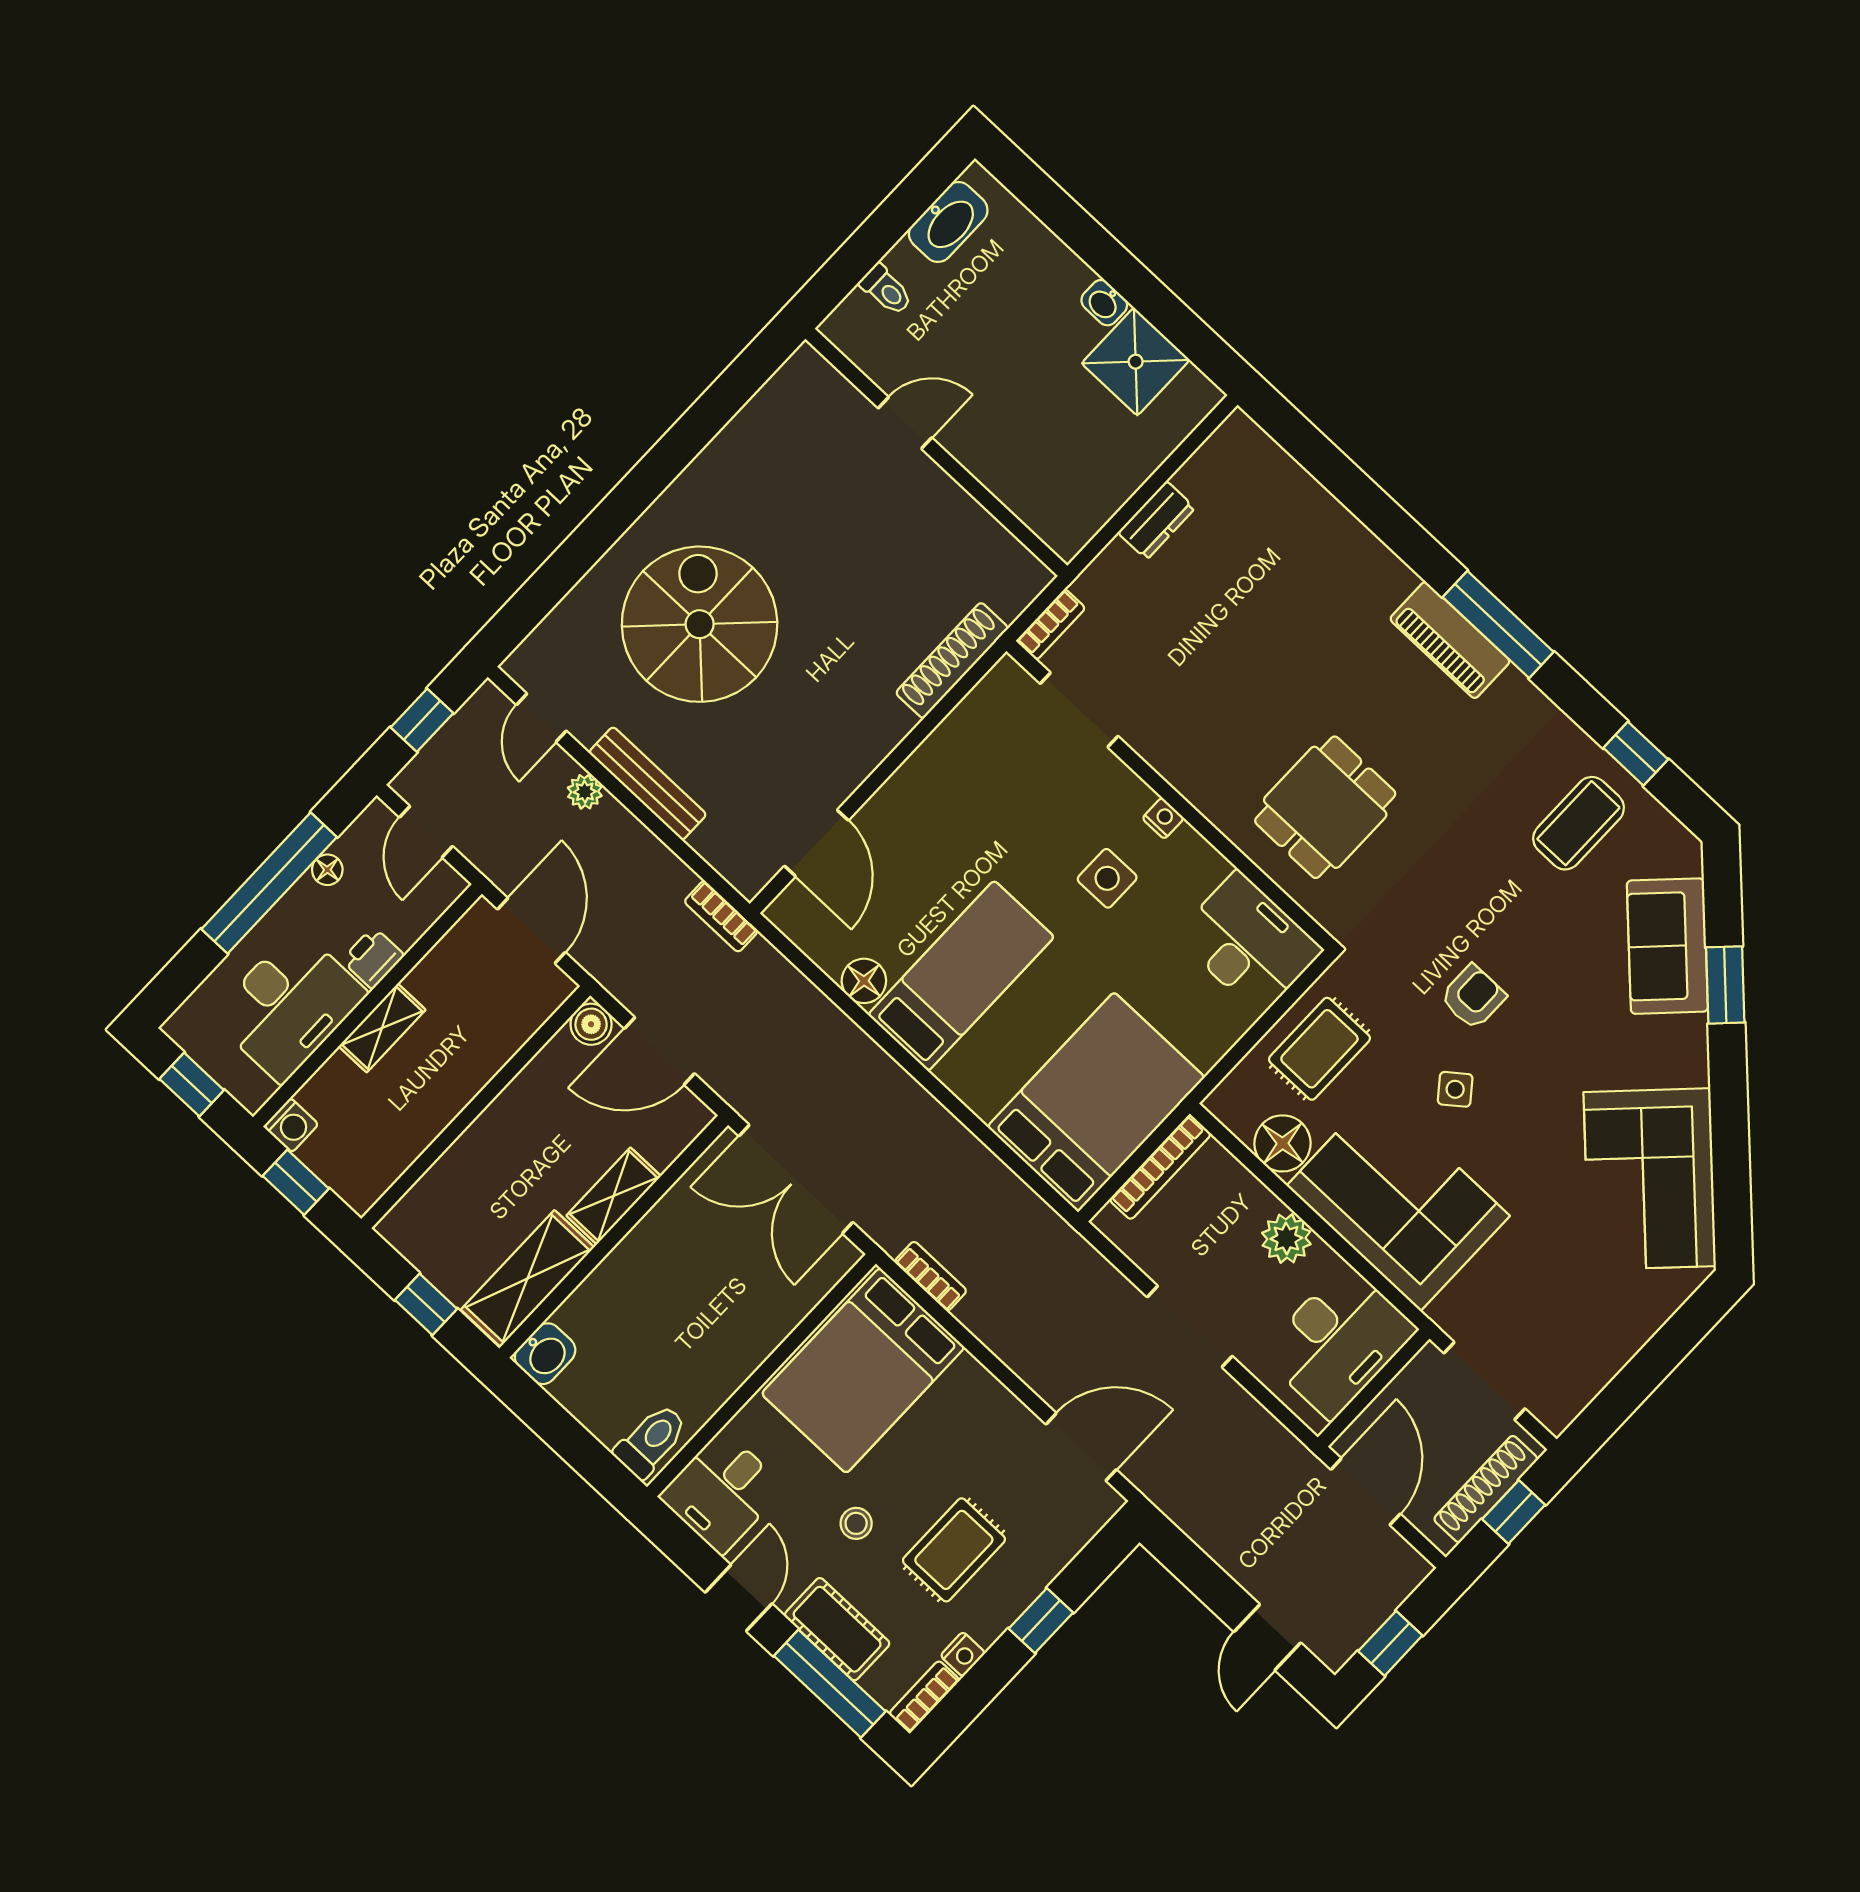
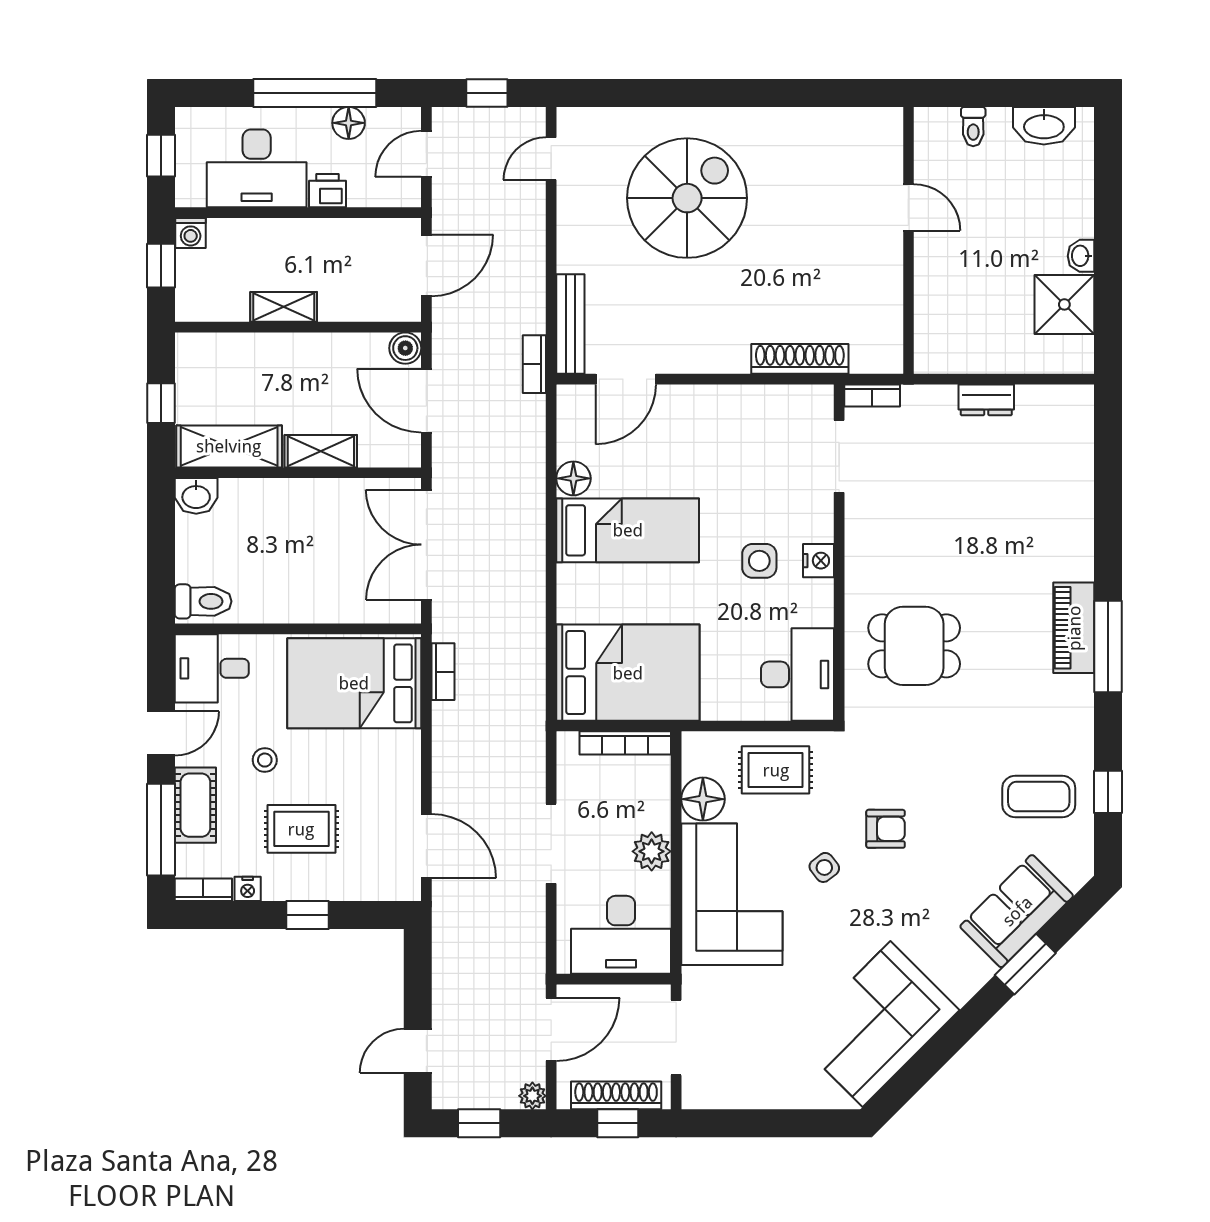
bench: (648, 783) -> (570, 324), moved
plant: (585, 792) -> (532, 1096), moved
nightstand: (1163, 818) -> (818, 561), width x1.39, depth x1.35
floor lamp: (327, 870) -> (349, 123), width x1.37, depth x1.37
shelving: (382, 1028) -> (284, 307), moved

